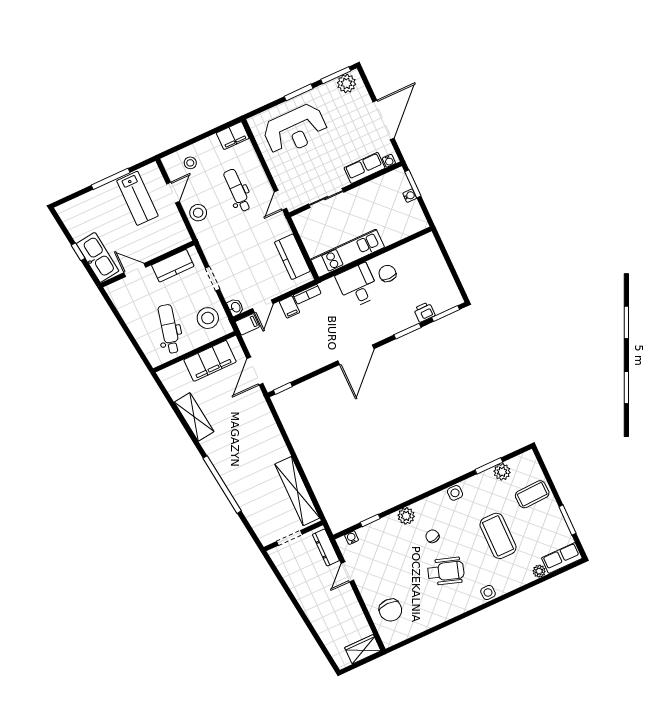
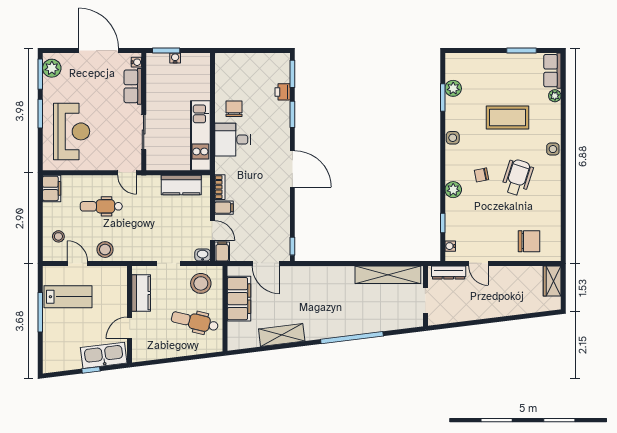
chair: (387, 274) -> (234, 109), turned 90
coffee table: (532, 494) -> (485, 71), removed

